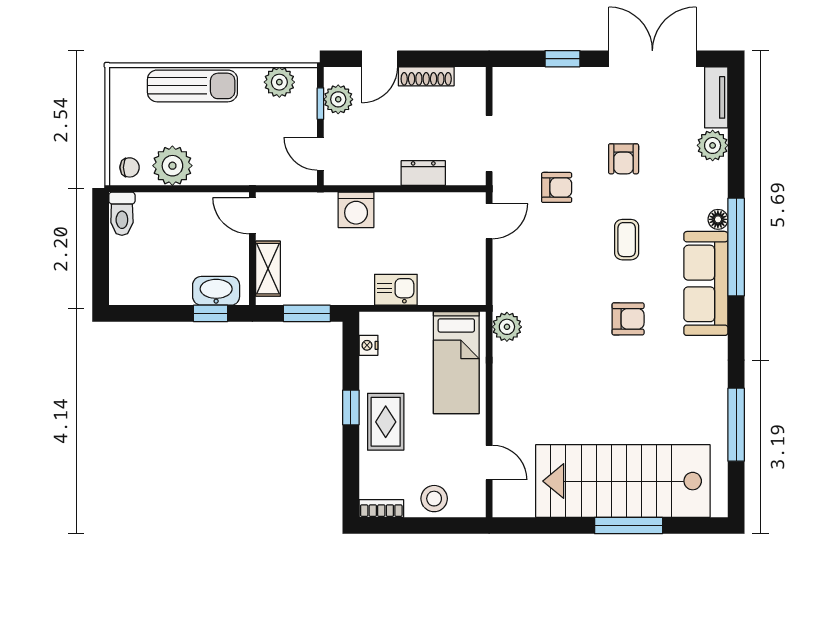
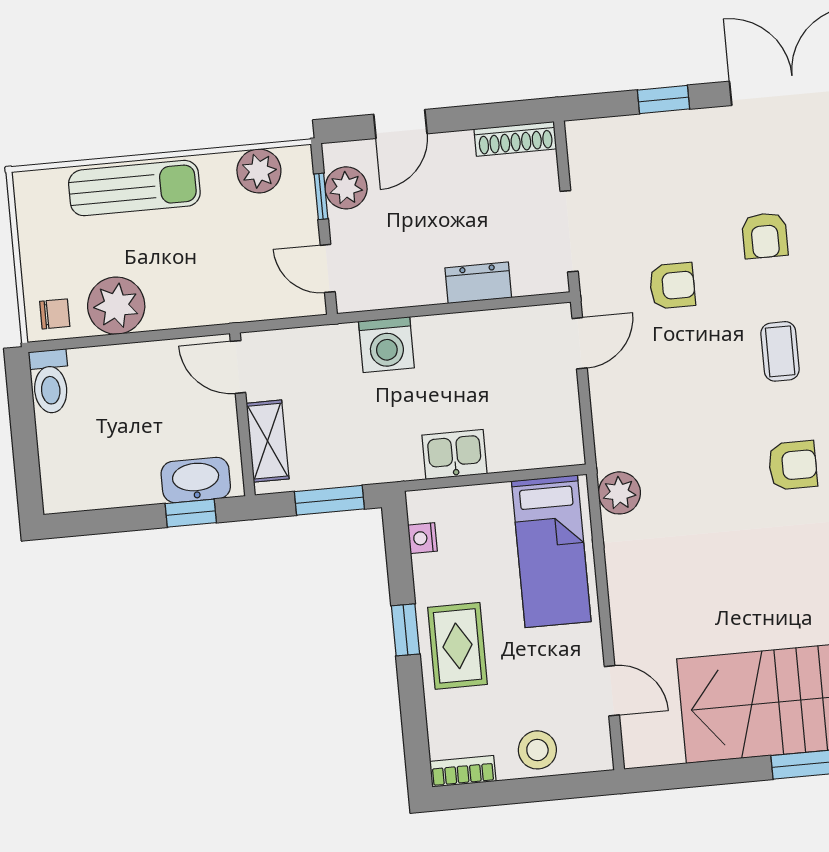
shoe rack: (426, 76) -> (515, 139), moved

